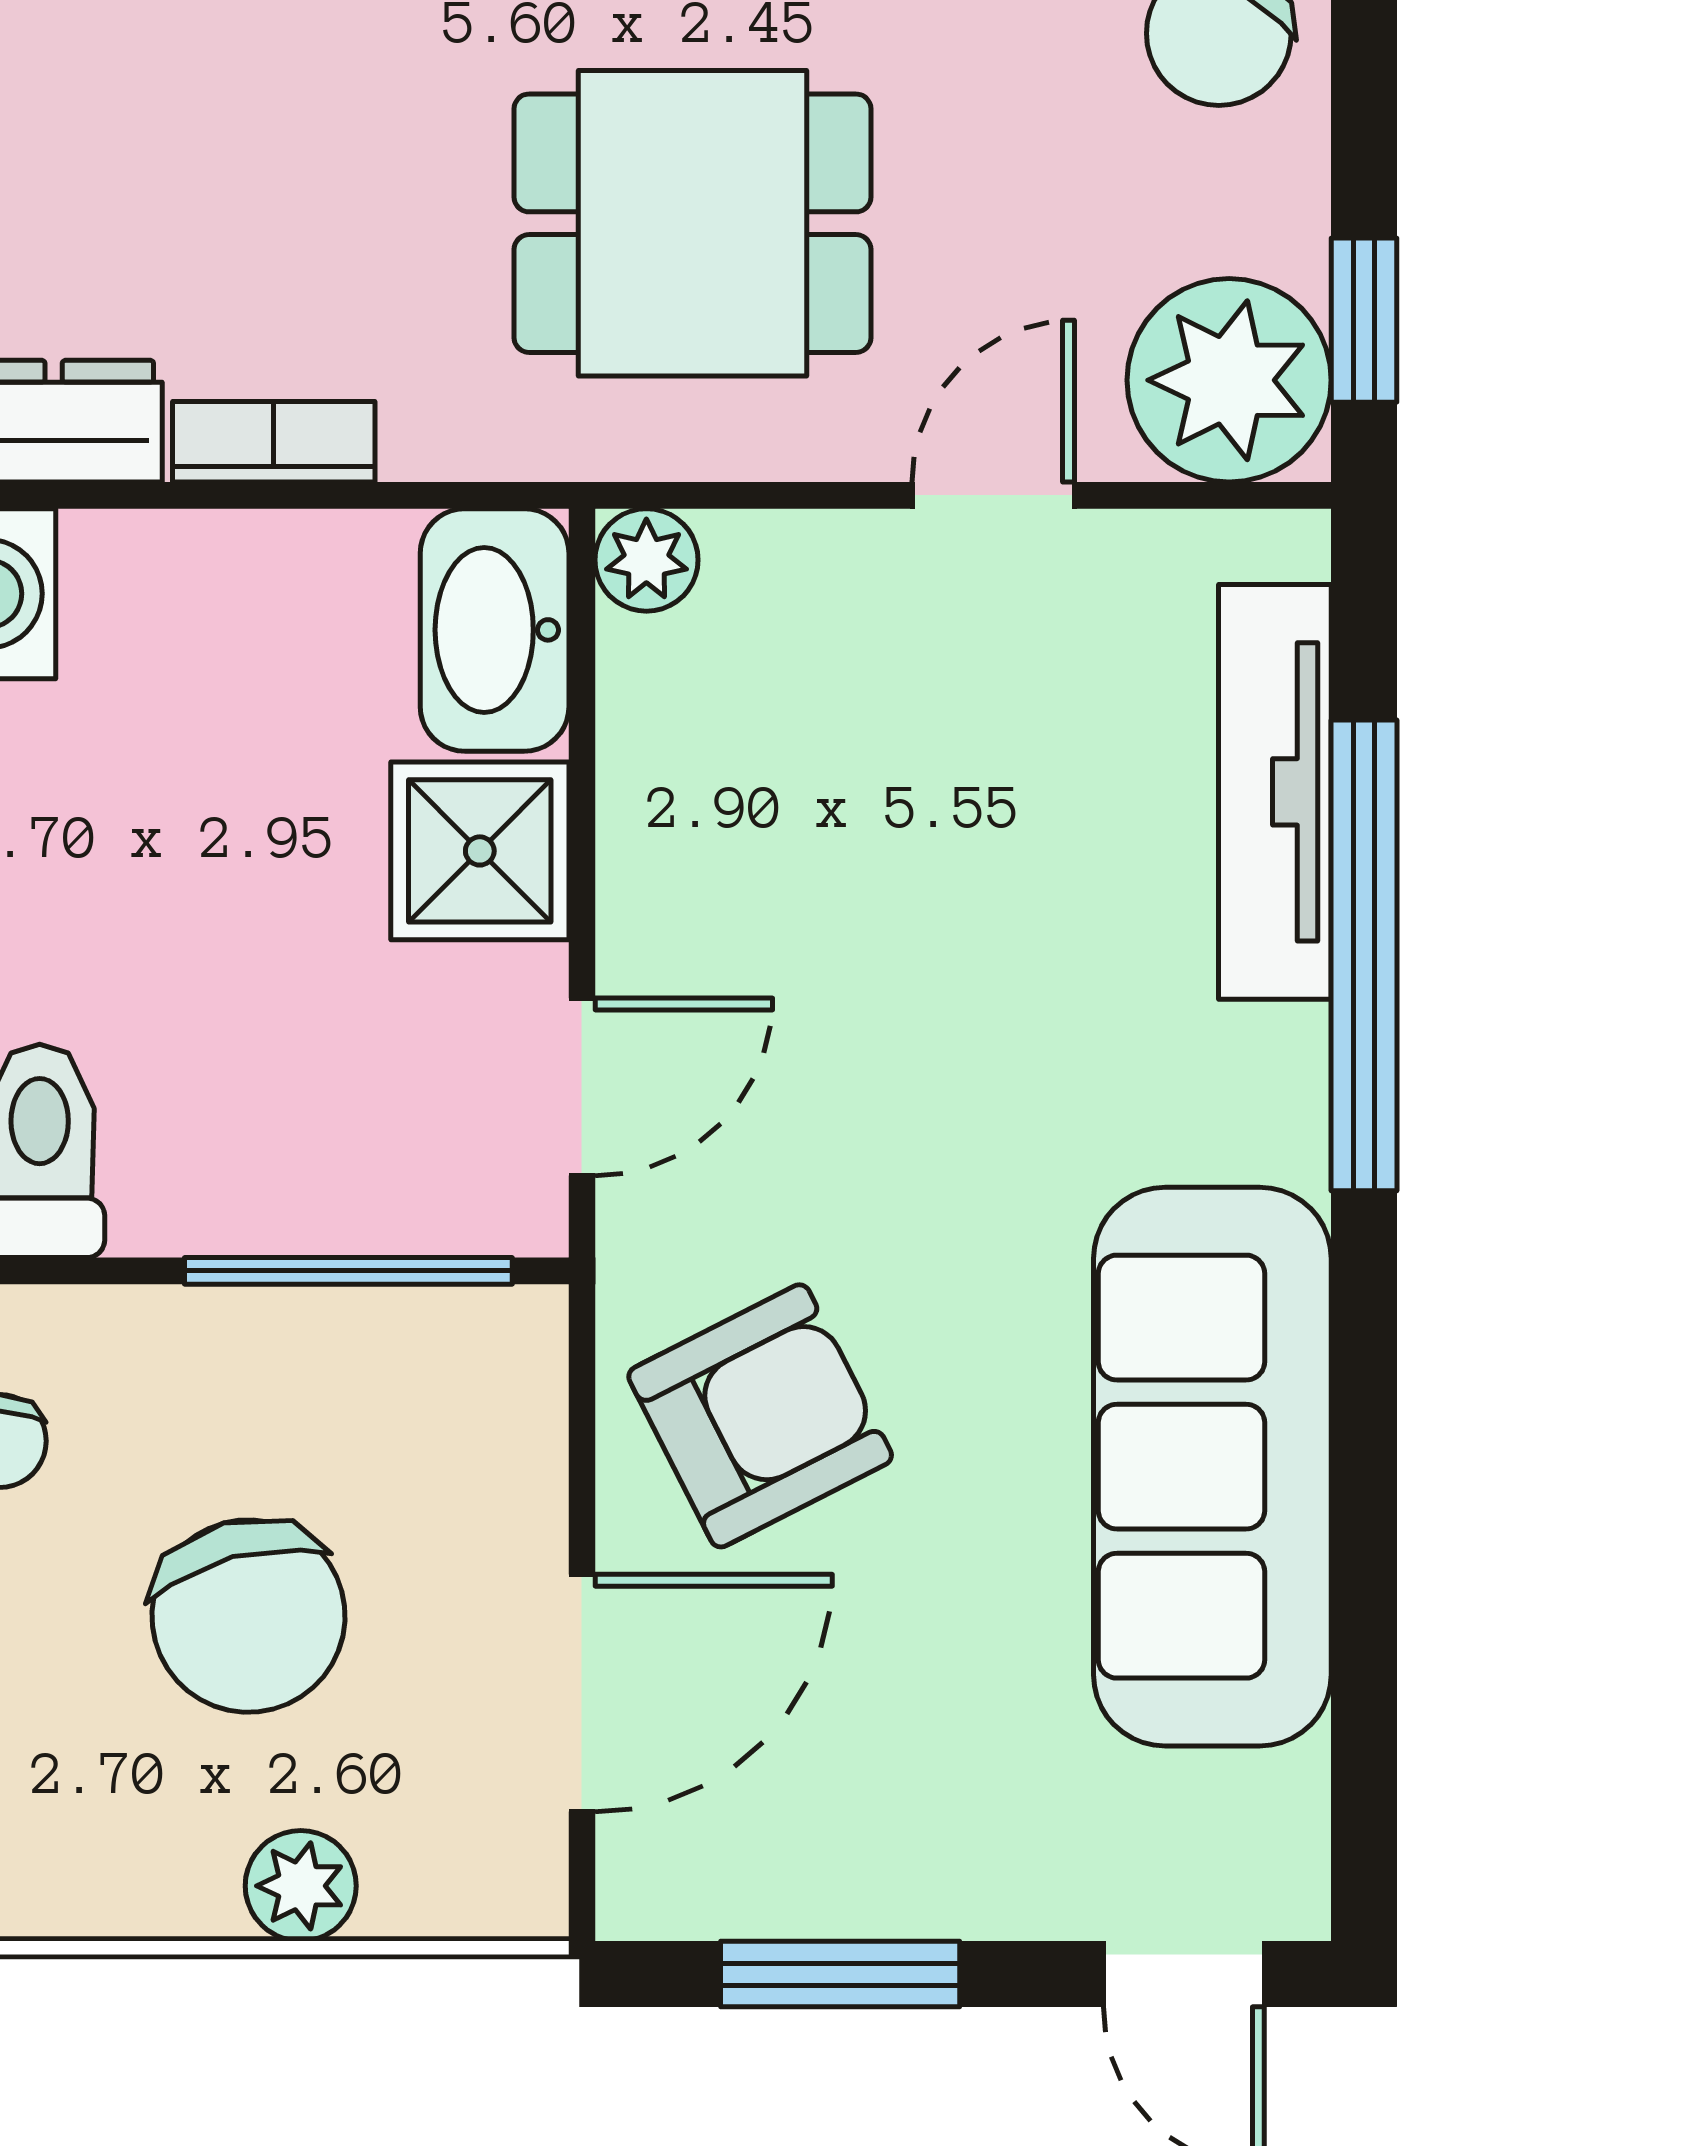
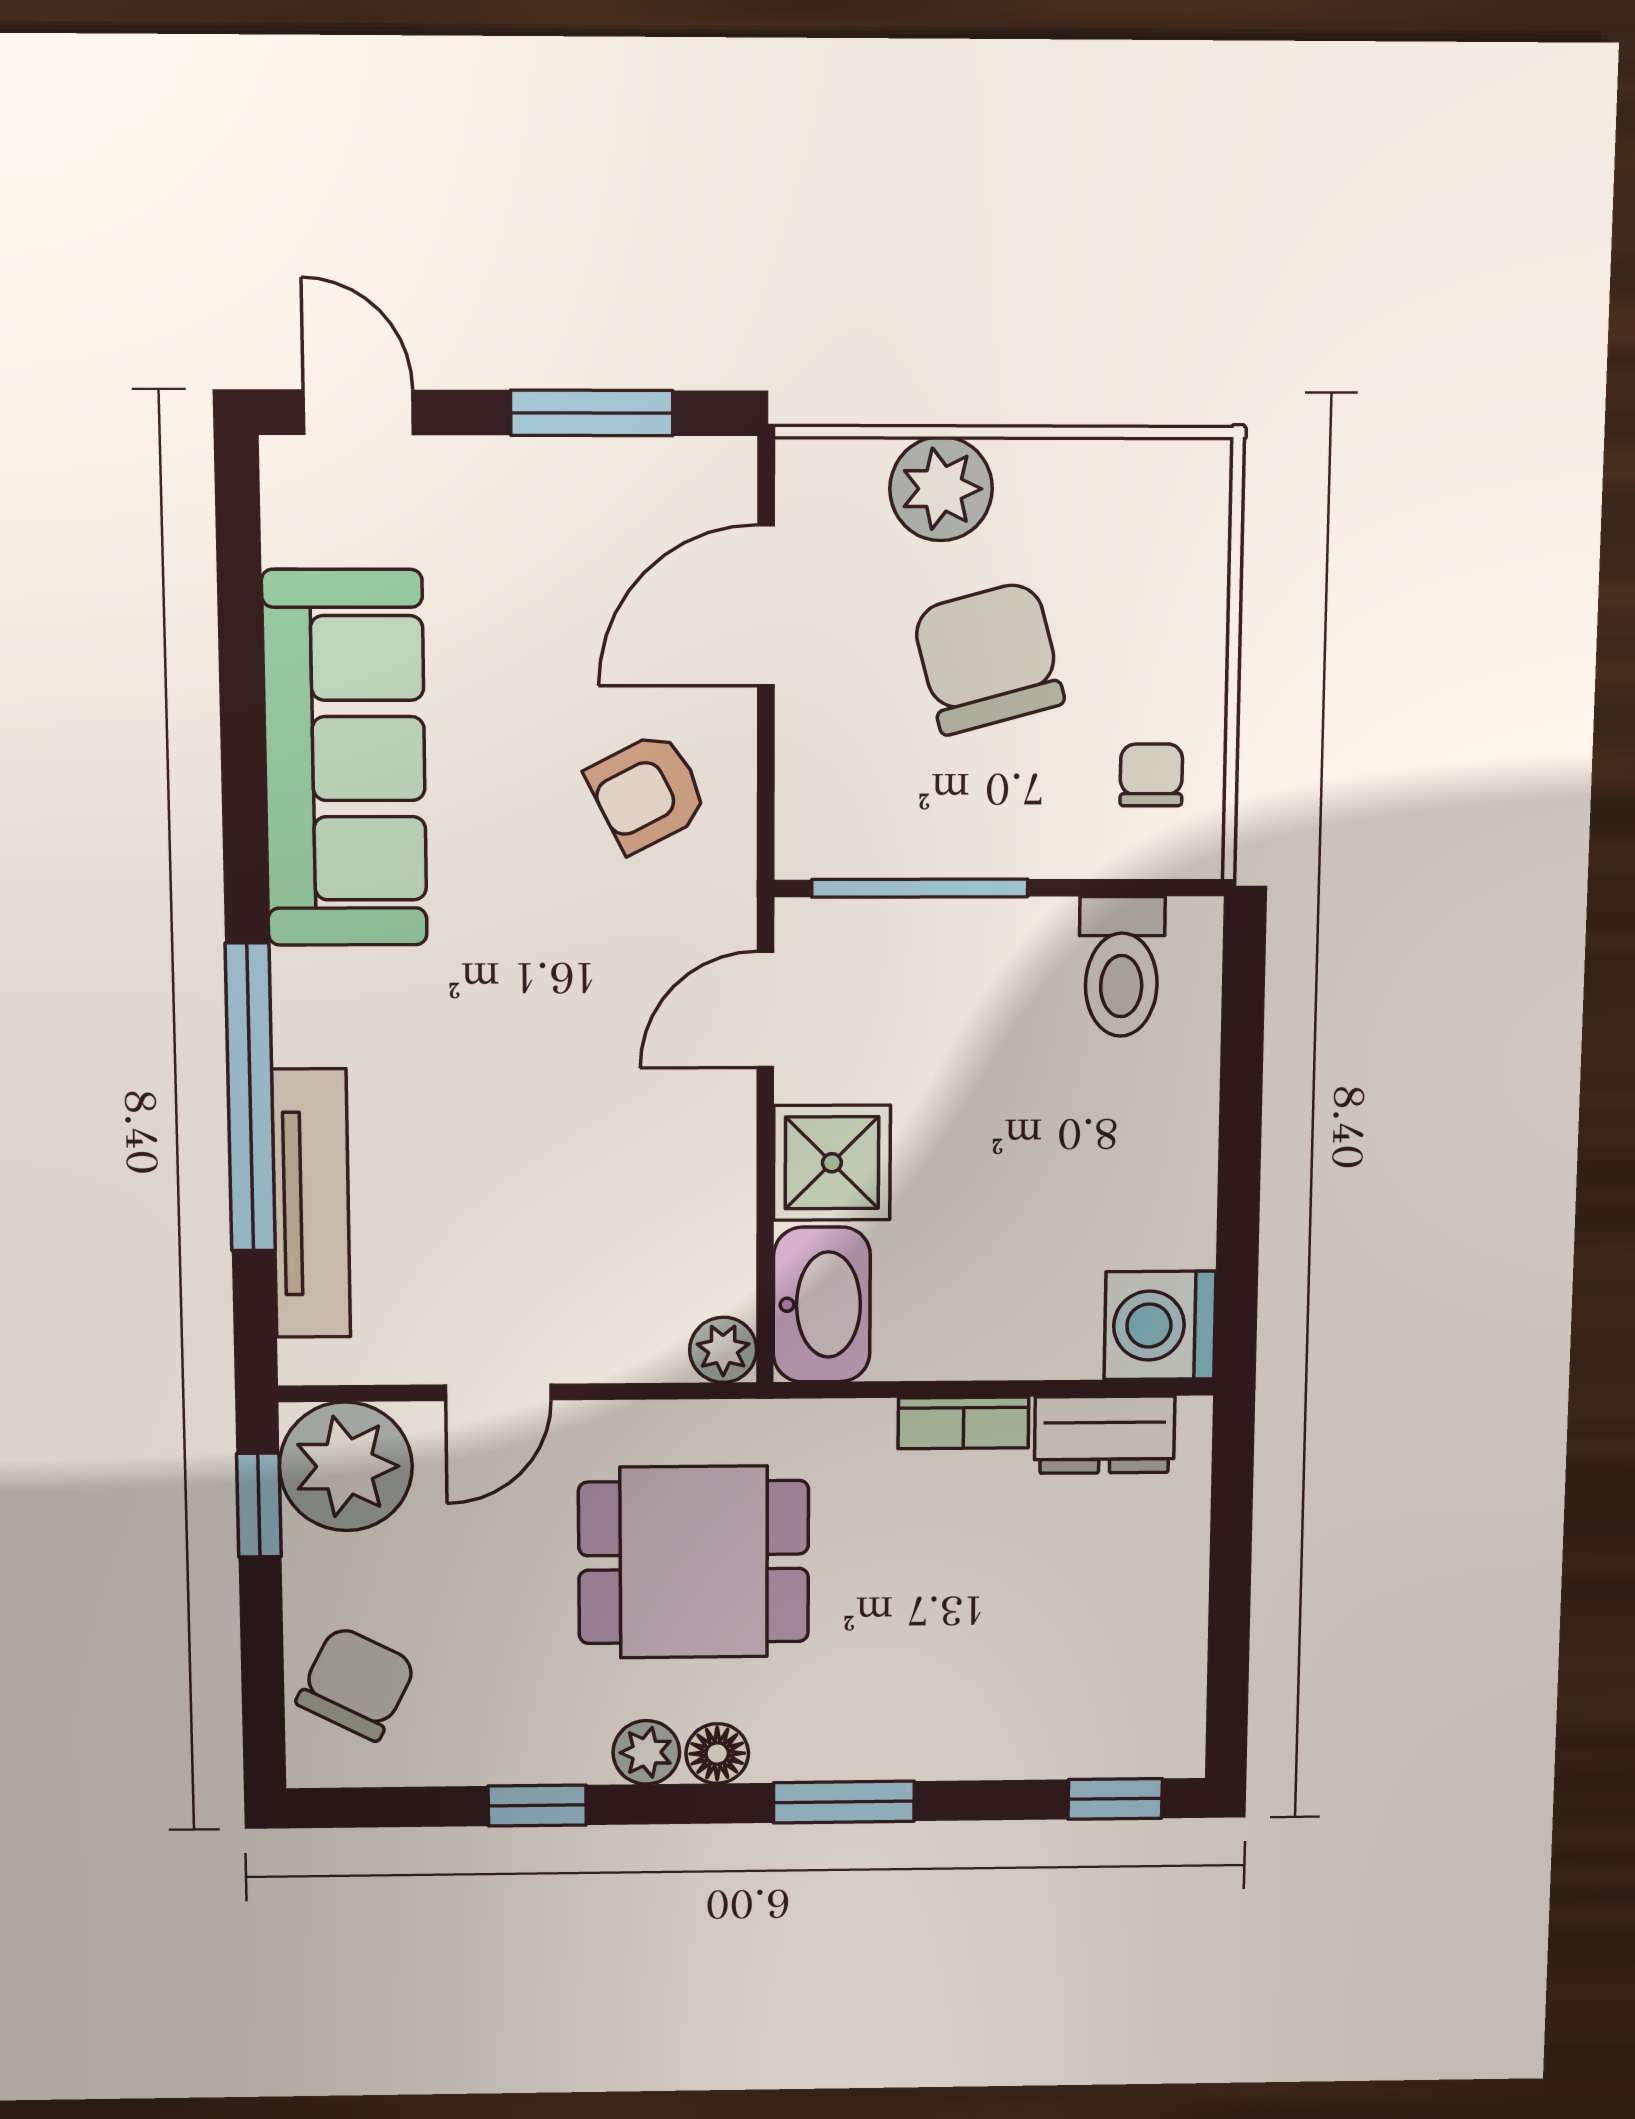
armchair: (760, 1416) -> (647, 792), width x0.72, depth x0.72
plant: (301, 1886) -> (941, 489), width x1.38, depth x1.38

